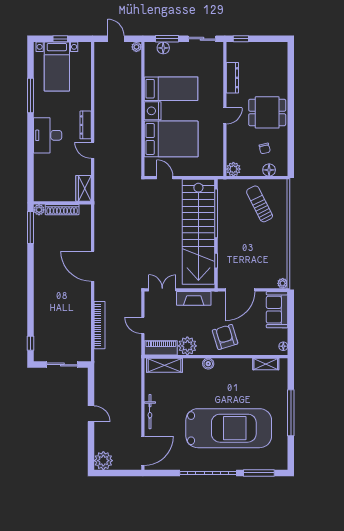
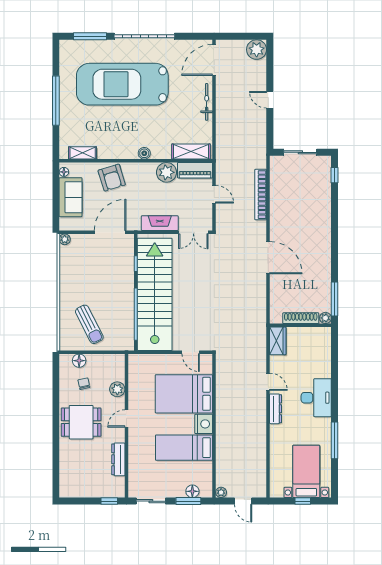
plant: (233, 169) -> (117, 389), moved
sofa: (277, 310) -> (71, 197), moved
armchair: (225, 337) -> (112, 178), moved

